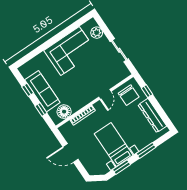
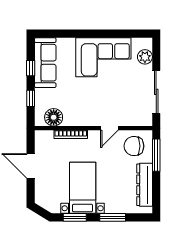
sliding door: (119, 50) -> (156, 92), width x1.37
sofa: (42, 91) -> (45, 63), moved
window: (147, 91) -> (156, 155), width x2.17
chair: (129, 95) -> (134, 146), turned 90

